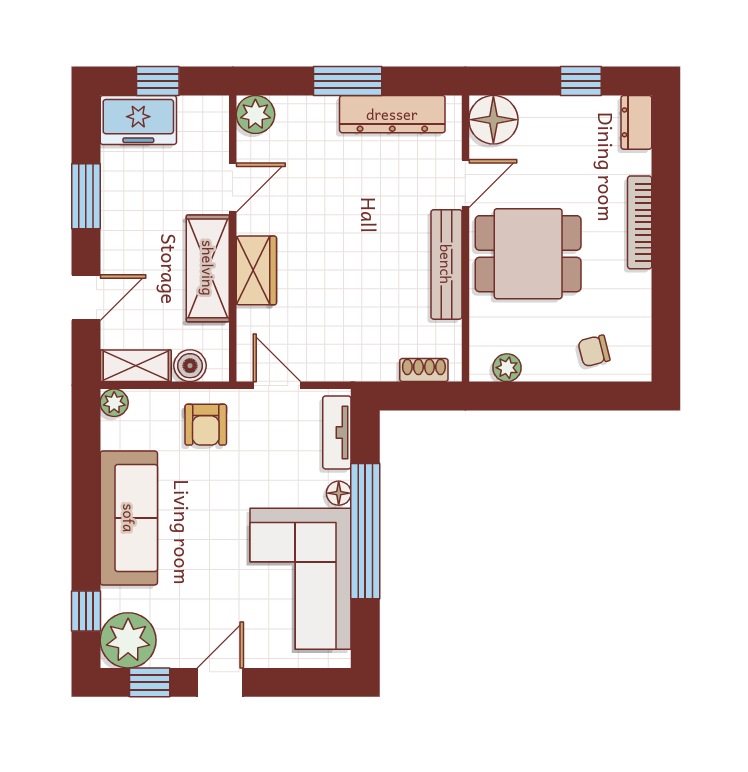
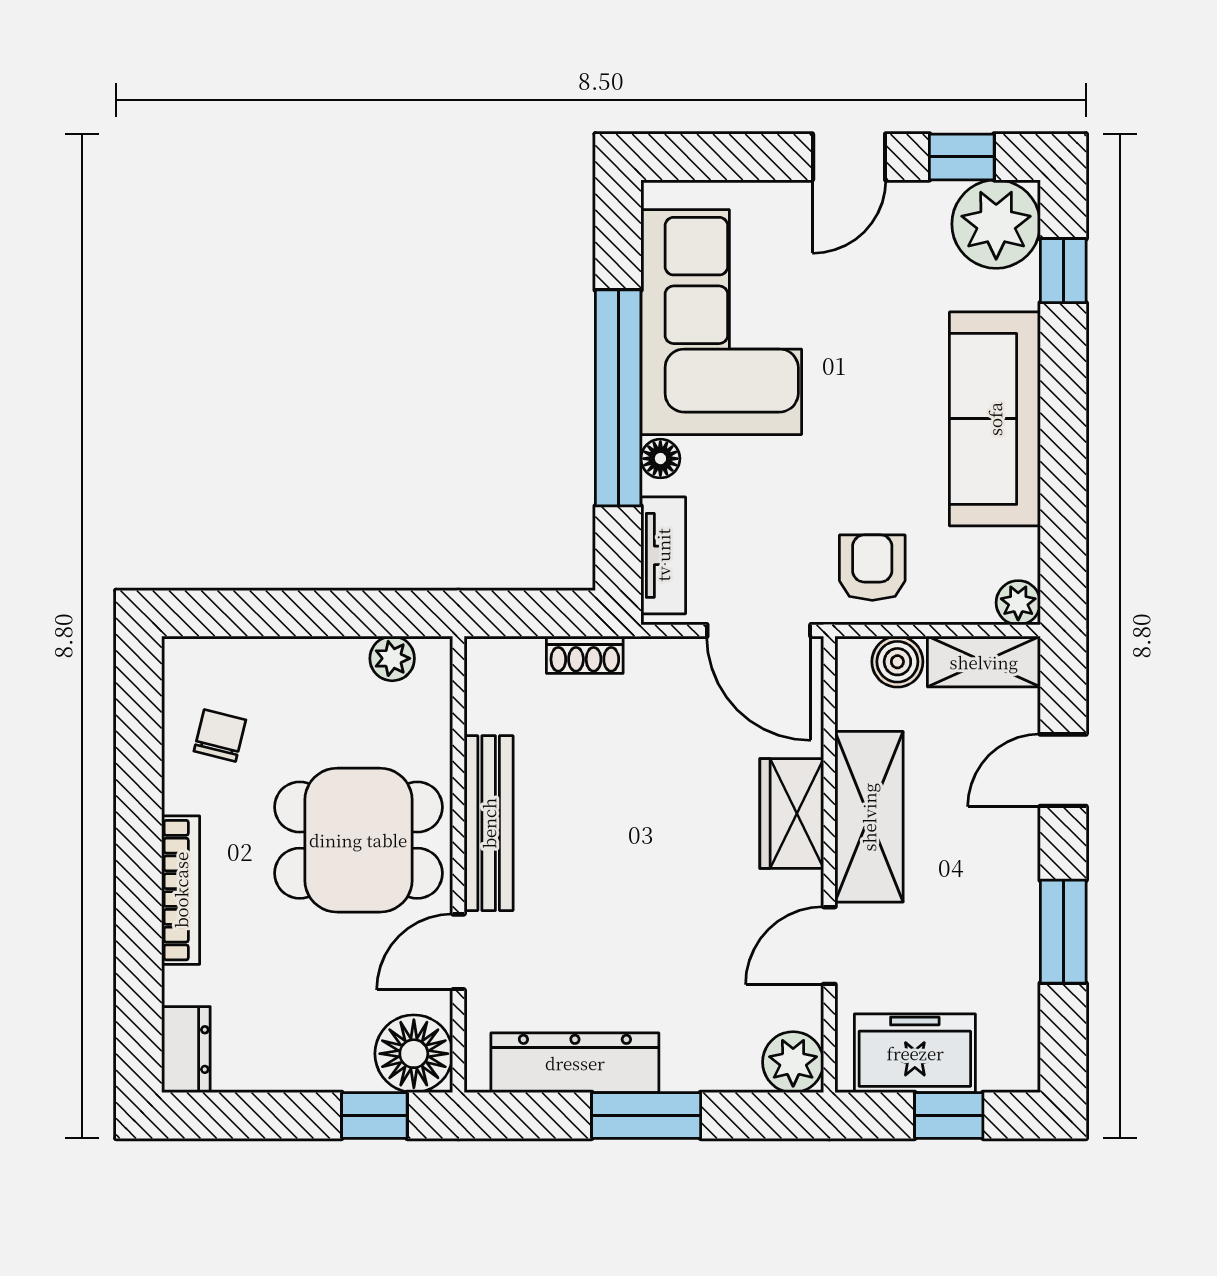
window: (581, 81) -> (374, 1115), moved
freezer: (138, 120) -> (915, 1053), moved
chair: (594, 351) -> (220, 736), moved, turned -62
shoe rack: (424, 370) -> (585, 655), moved
door: (277, 385) -> (759, 630), width x1.38

